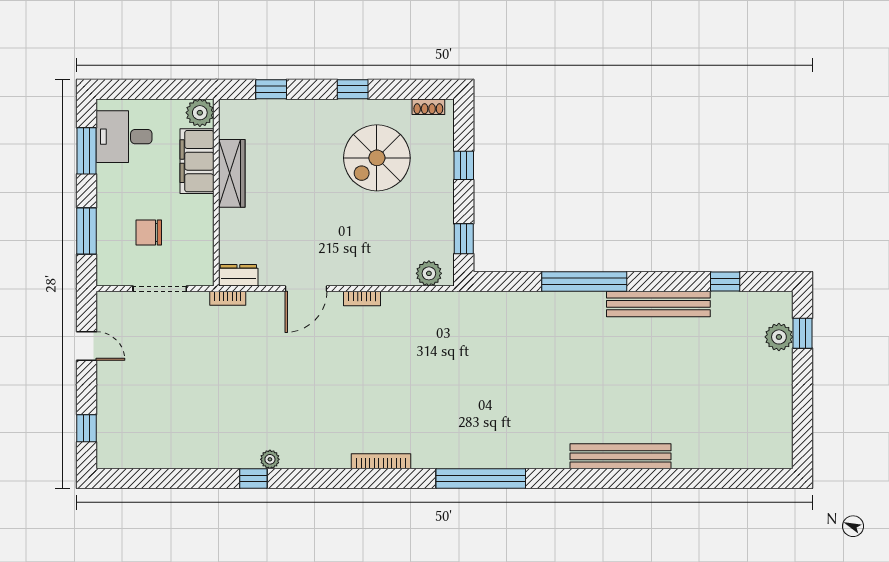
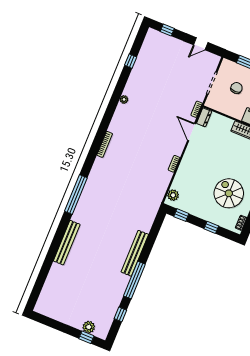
window: (584, 281) -> (134, 280), moved
door: (306, 289) -> (192, 132), moved
bench: (658, 304) -> (135, 253), moved
window: (253, 478) -> (131, 61), moved
window: (481, 478) -> (76, 194), moved

